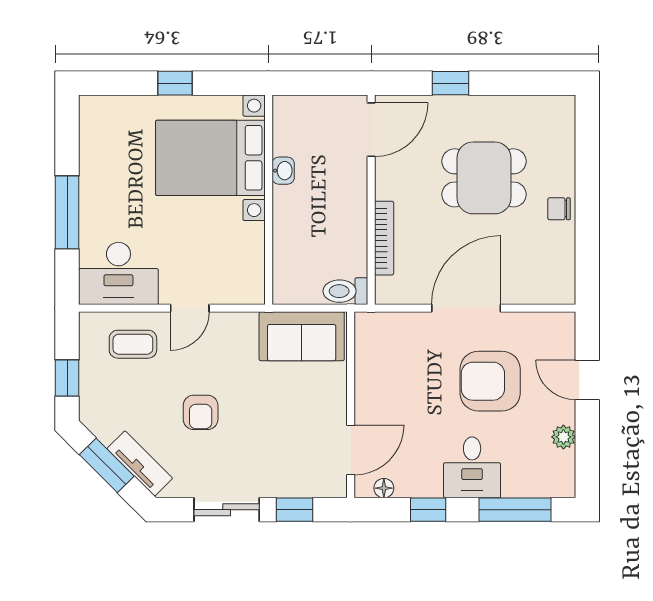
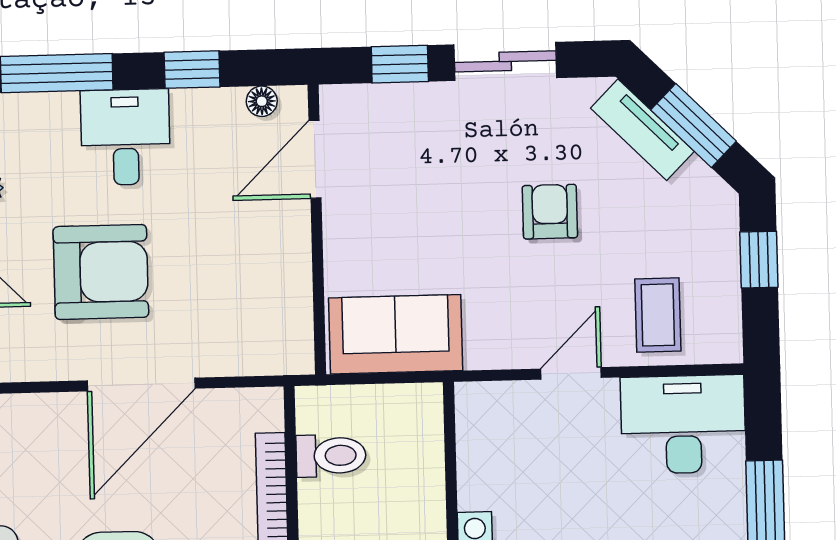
toilet: (345, 291) -> (331, 456), moved
coffee table: (133, 344) -> (658, 315), turned 90

